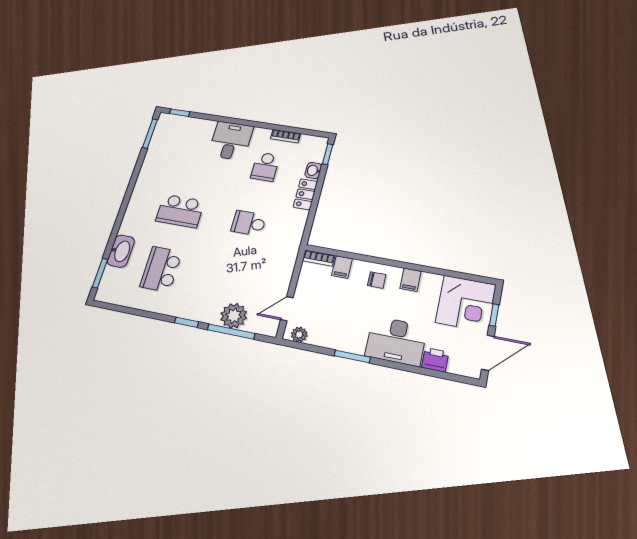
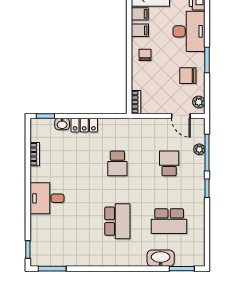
school desk: (265, 167) -> (169, 163), moved, turned -90
filing cabinet: (342, 267) -> (140, 14), moved
plant: (234, 316) -> (199, 149), width x0.53, depth x0.53
chair: (337, 328) -> (188, 76), added

